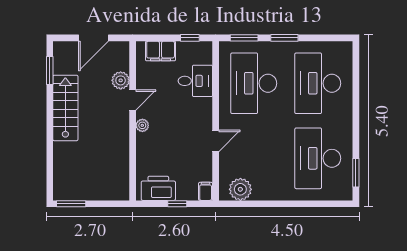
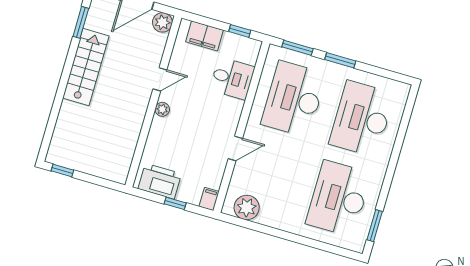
plant: (121, 80) -> (162, 22), moved
window: (71, 204) -> (62, 171), width x0.67

